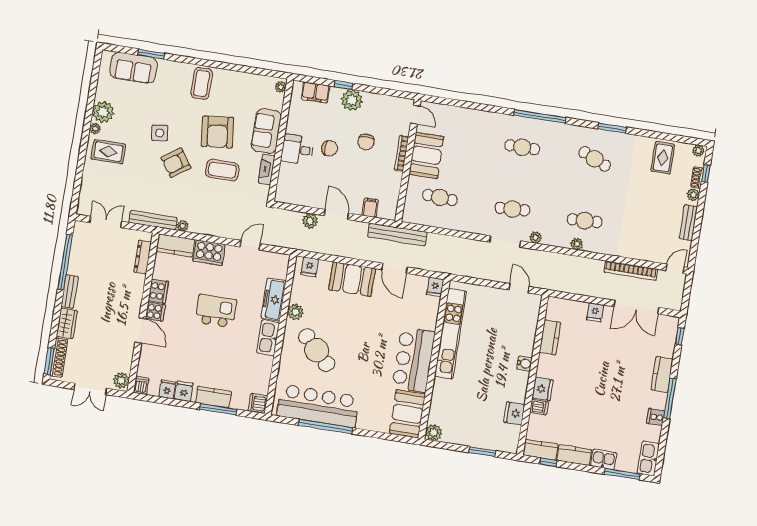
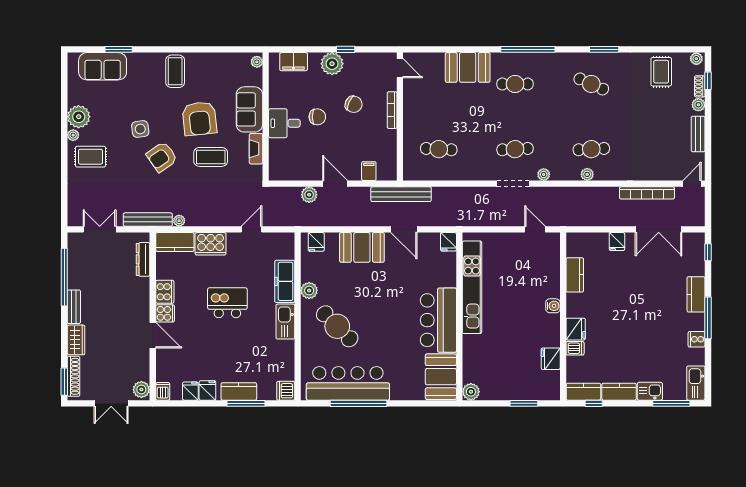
window: (343, 85) -> (346, 49), moved
chair: (366, 142) -> (354, 104), turned -65
booth: (426, 155) -> (468, 67), moved, turned 90

